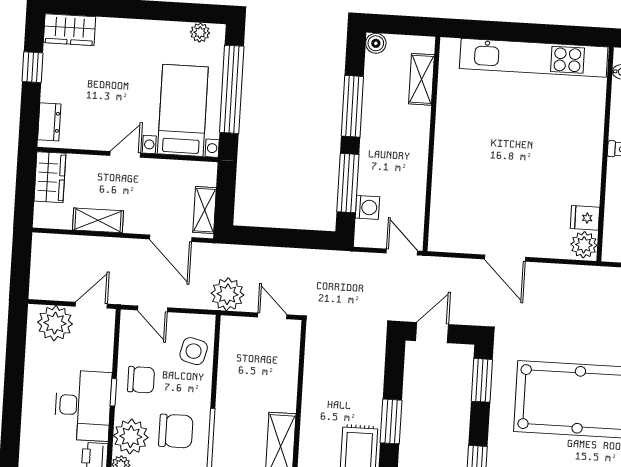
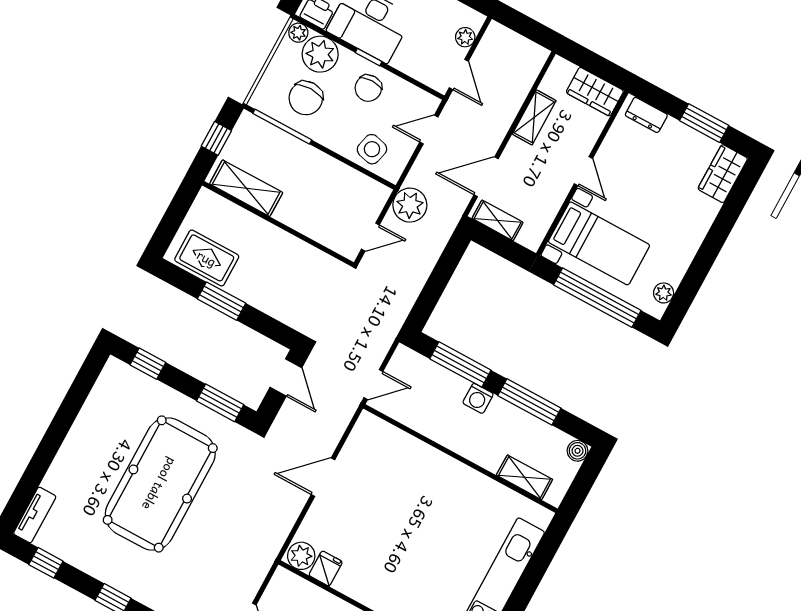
window: (32, 67) -> (704, 123), width x1.50
washing machine: (367, 207) -> (478, 398), moved
plant: (55, 323) -> (465, 37), width x0.53, depth x0.53

